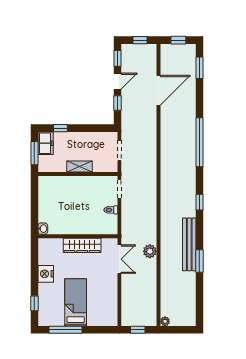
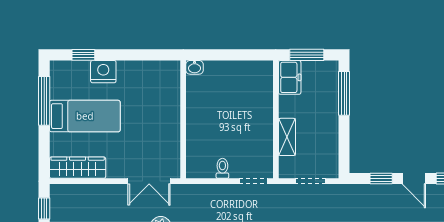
window: (60, 128) -> (344, 93), width x2.17
freezer: (46, 143) -> (290, 77), moved, turned -90
shelving: (79, 166) -> (287, 137), moved
wardrobe: (82, 245) -> (78, 168), moved, turned 90
nightstand: (46, 274) -> (103, 72), moved

